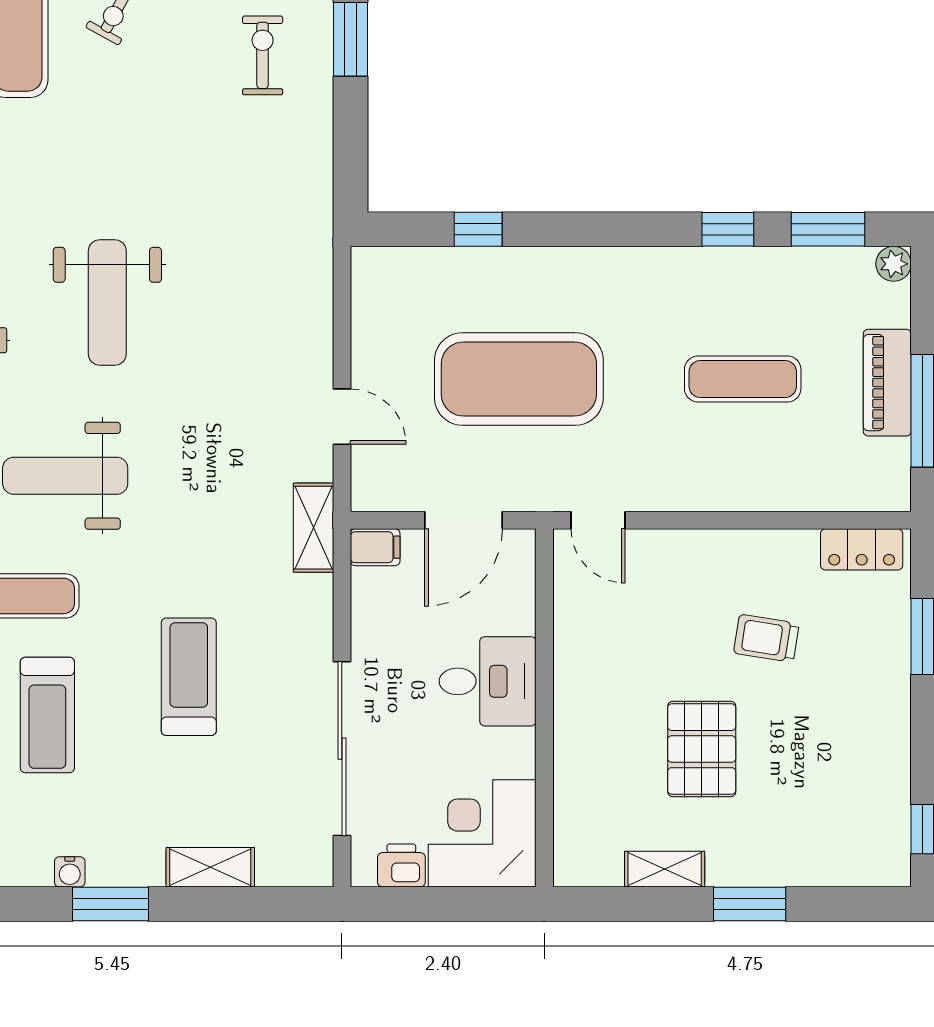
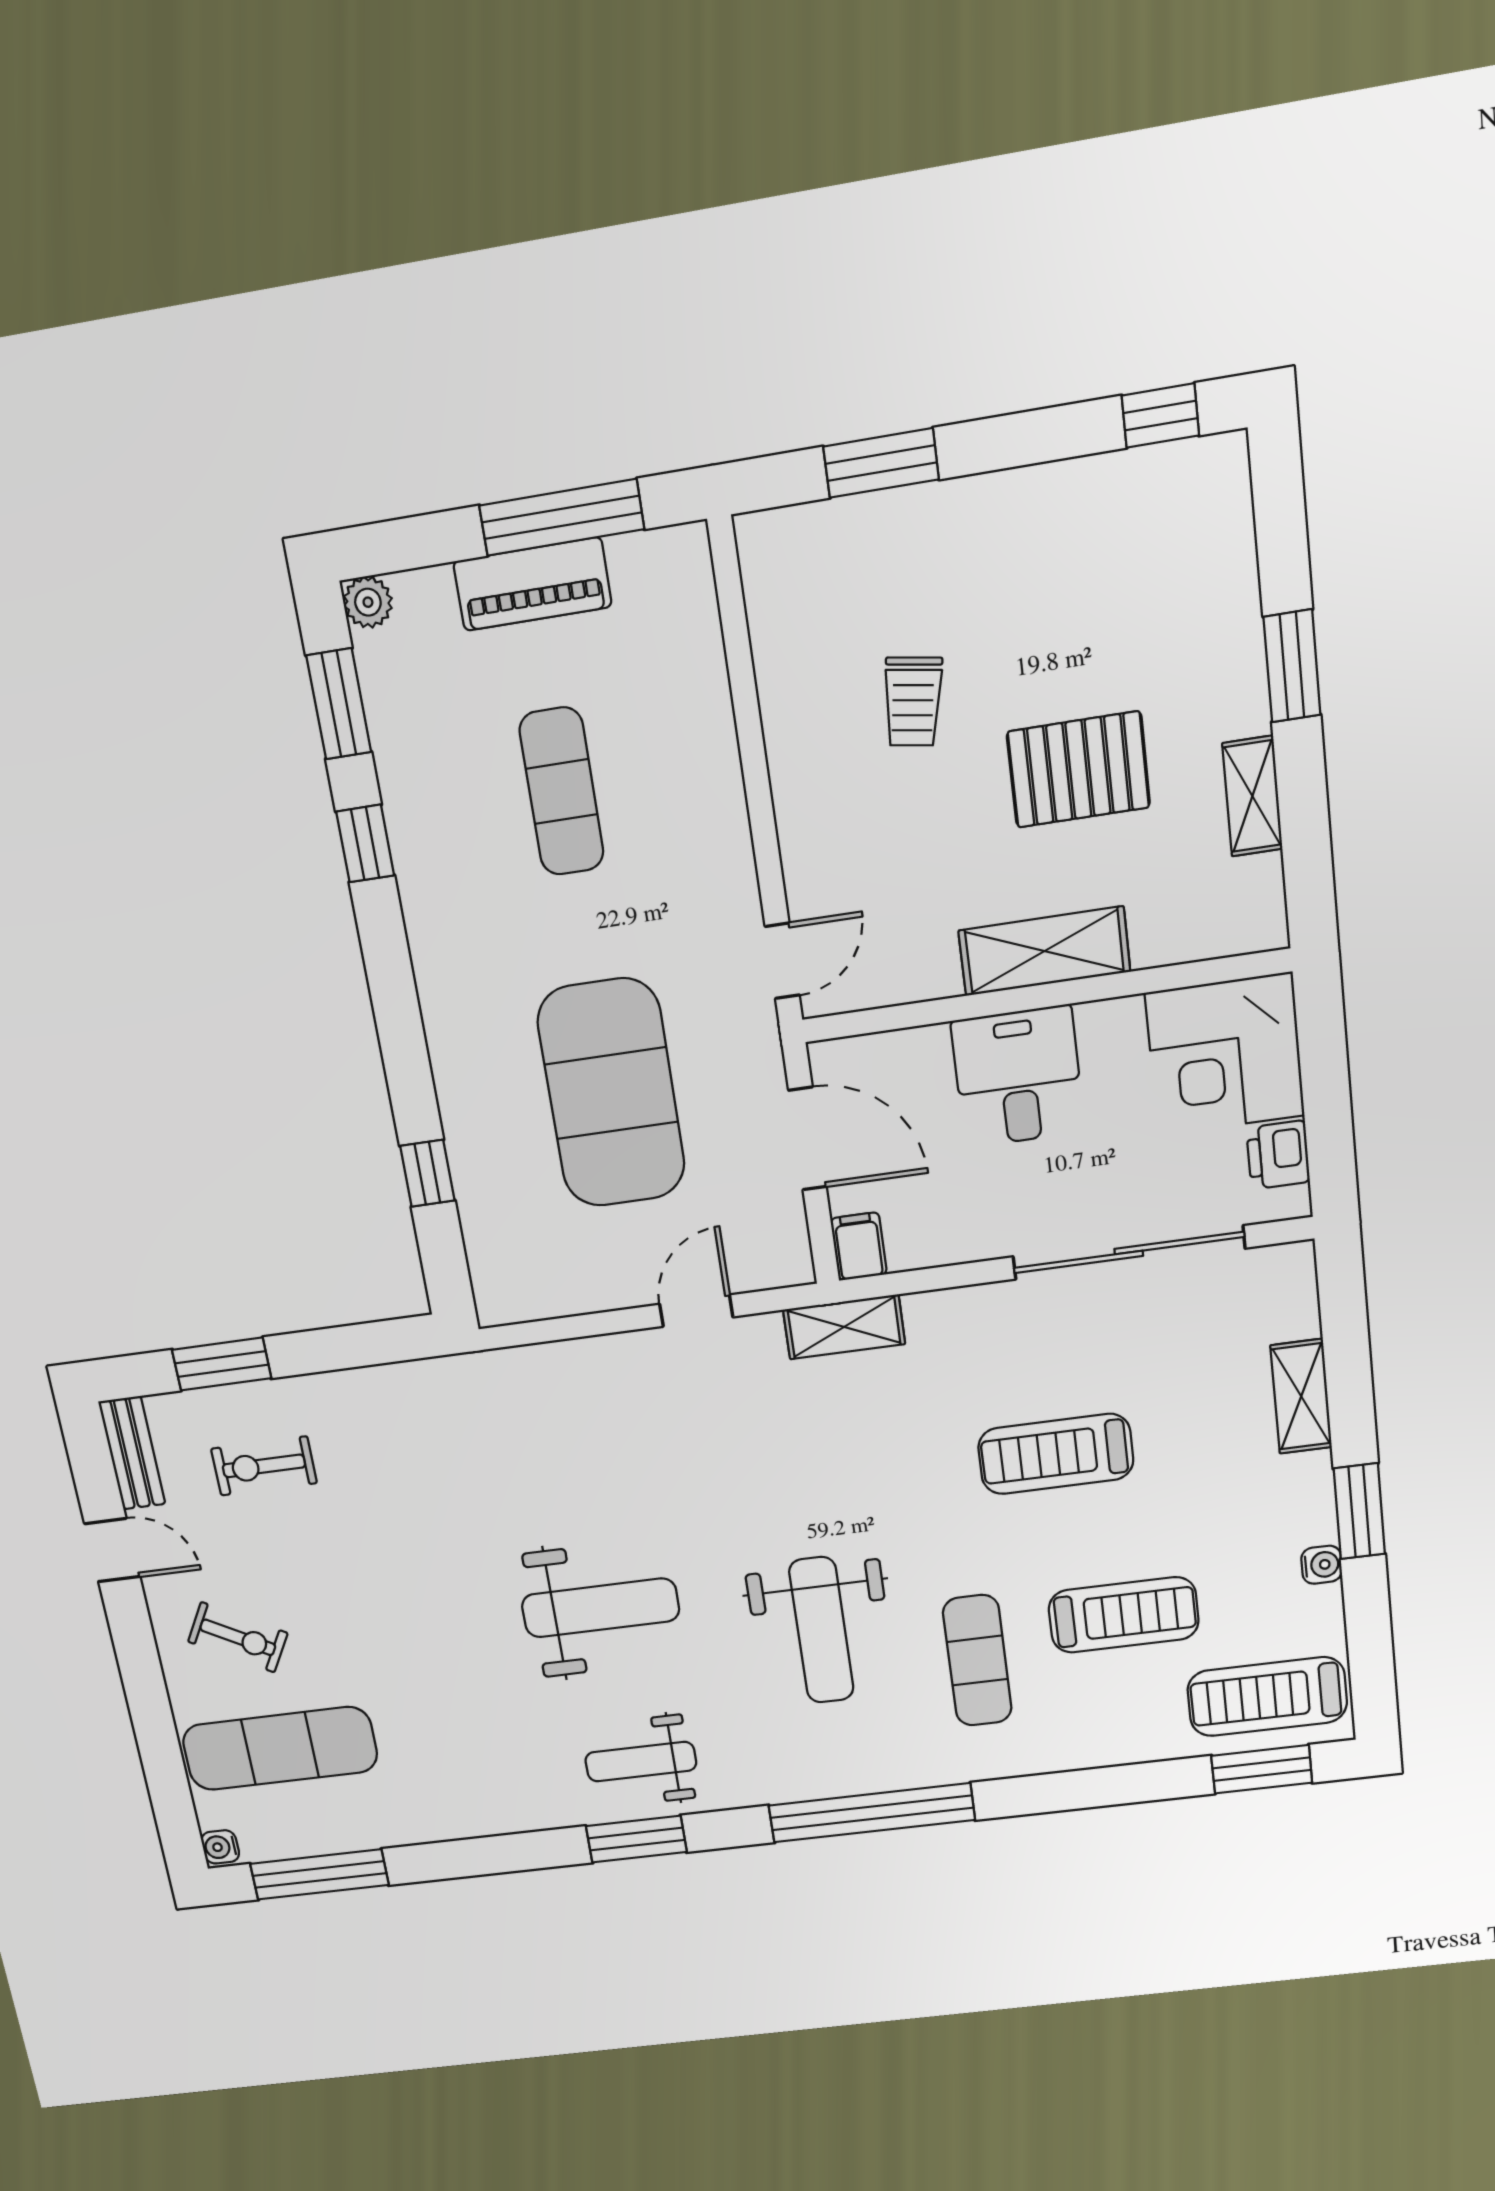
locker: (862, 549) -> (770, 583), removed
shelving: (577, 711) -> (1044, 951), added

